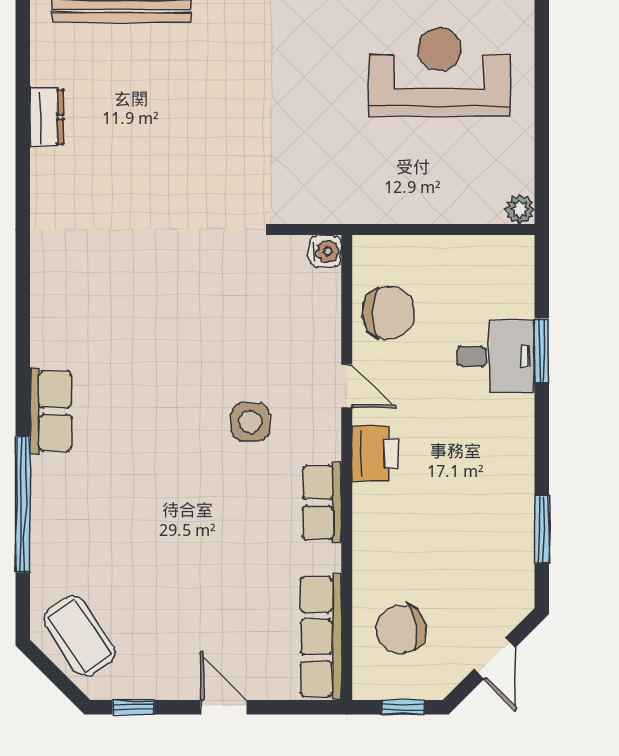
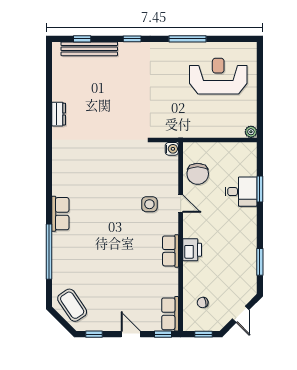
dresser: (47, 117) -> (59, 114), moved
chair: (389, 313) -> (198, 174), turned 90
side table: (250, 422) -> (149, 204), moved
printer: (375, 453) -> (192, 250), moved
chair: (401, 629) -> (203, 302), width x0.54, depth x0.54
row of seats: (321, 637) -> (170, 314), width x0.68
window: (303, 707) -> (163, 334), added

